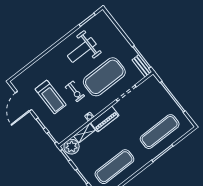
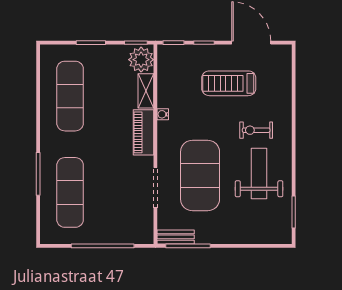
exercise bike: (75, 91) -> (256, 130), moved

